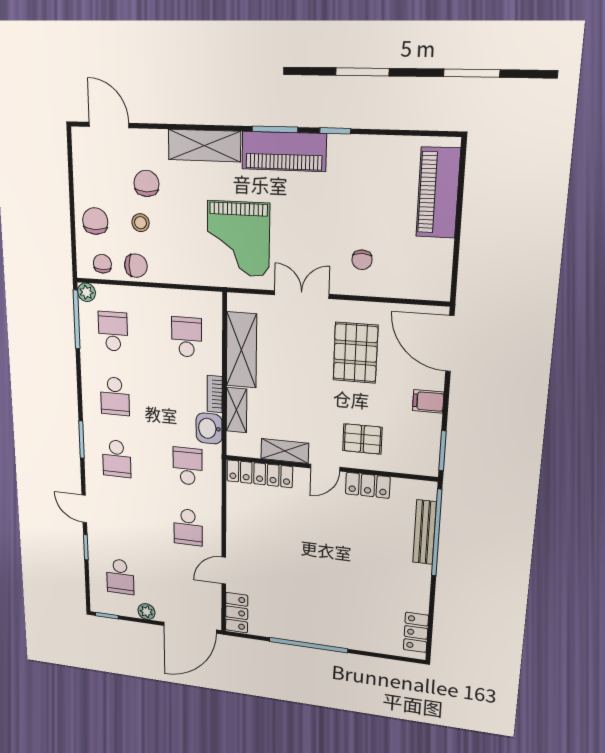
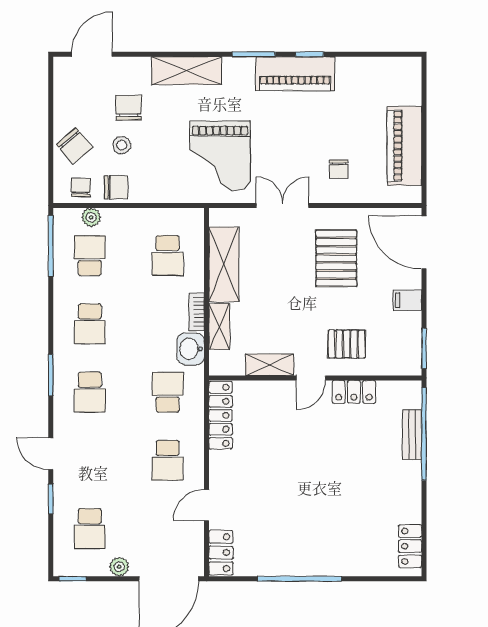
door: (109, 125) -> (92, 54), hinge flipped
piano: (284, 151) -> (295, 74), moved
piano: (438, 193) -> (404, 146), moved
chair: (95, 221) -> (75, 146), turned 139
plant: (86, 292) -> (91, 217), moved
school desk: (187, 337) -> (168, 256), turned 180
locker: (260, 474) -> (221, 415), moved, turned -90
bench: (425, 532) -> (412, 435), width x0.73

